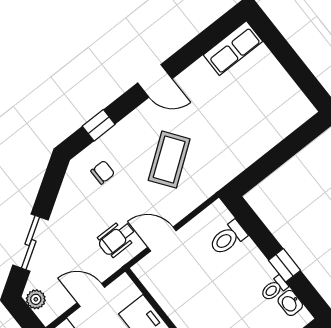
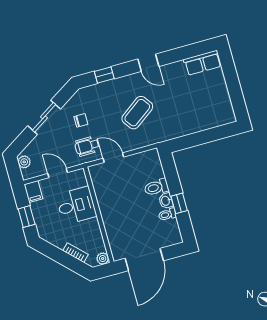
chair: (103, 172) -> (81, 120), moved
toilet: (228, 238) -> (156, 187), moved
sliding door: (30, 243) -> (44, 117), moved
washbasin: (290, 303) -> (166, 201), moved

